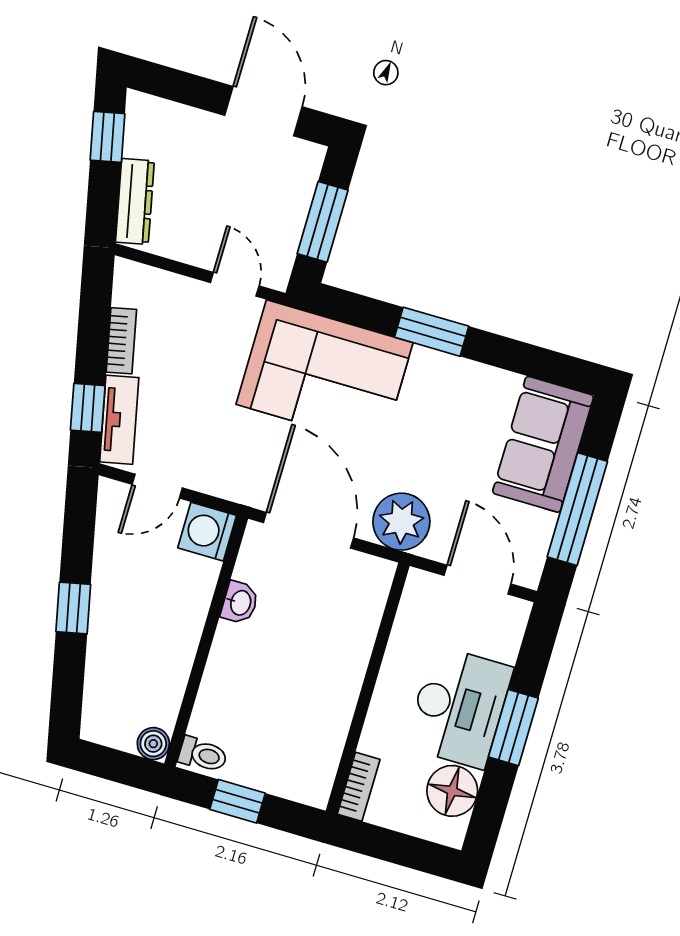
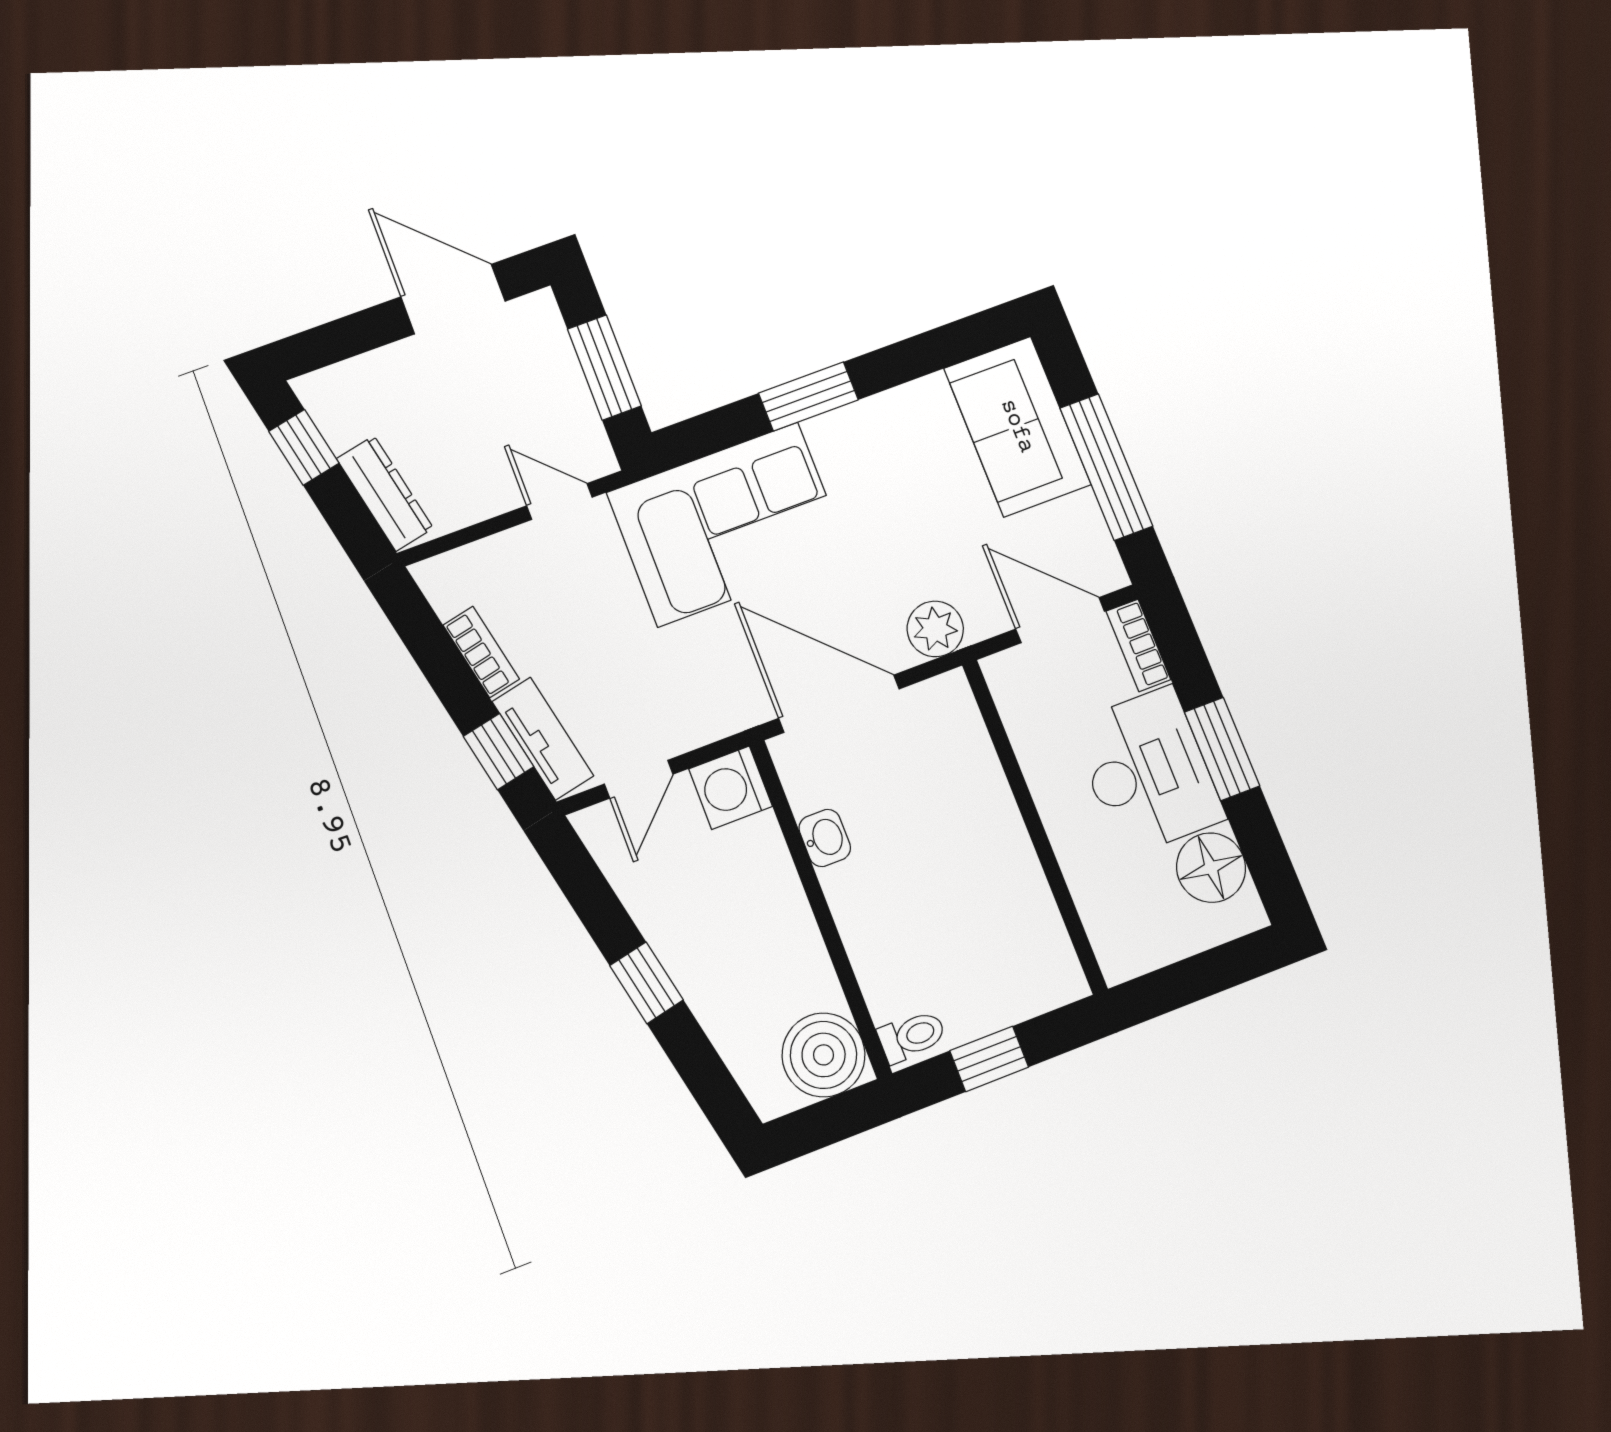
plant: (401, 522) -> (935, 629), width x0.73, depth x0.73
boiler: (153, 744) -> (824, 1055), width x1.86, depth x1.86
bookcase: (359, 787) -> (1138, 645), moved, turned 180

